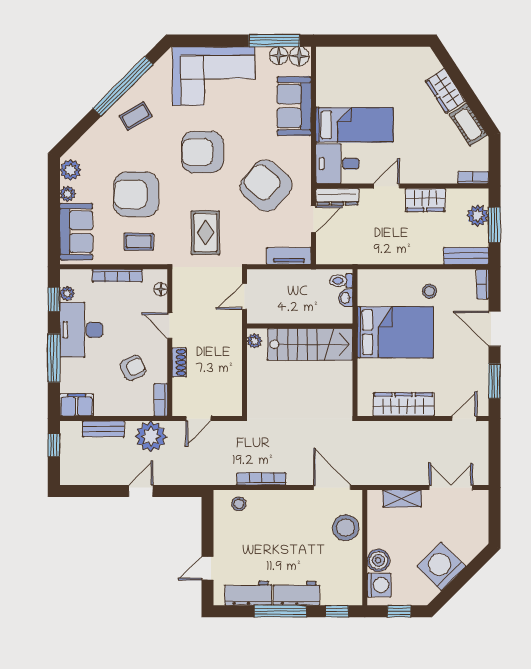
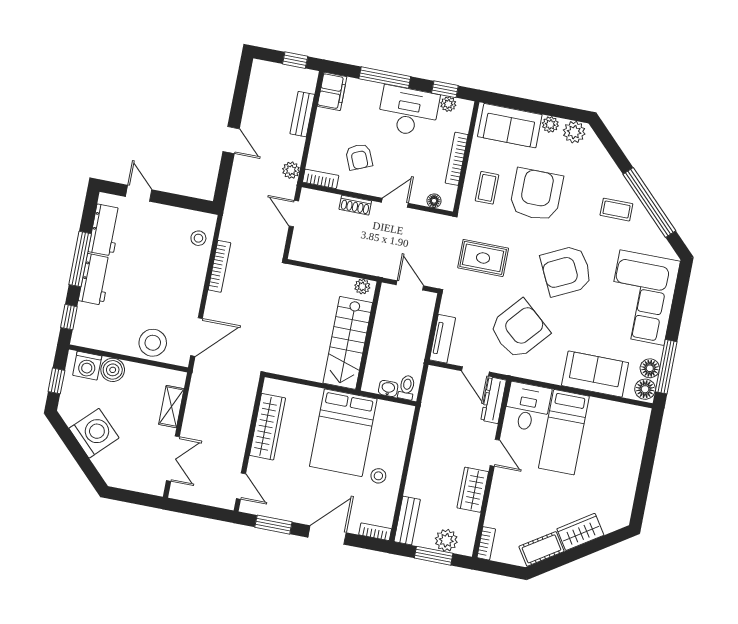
coffee table: (136, 116) -> (616, 210), turned -59
armchair: (202, 152) -> (566, 271), turned -116
plant: (151, 436) -> (291, 170), width x0.53, depth x0.53

